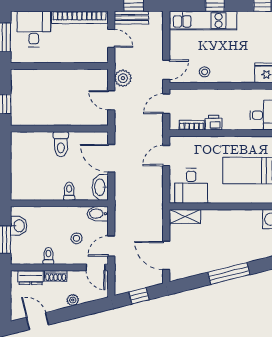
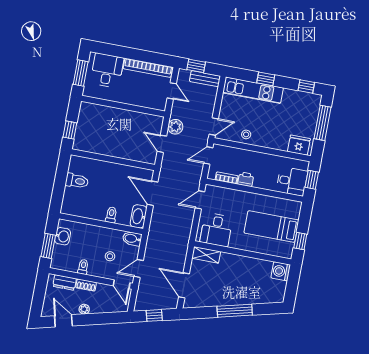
bench: (131, 18) -> (205, 79), moved
toilet: (61, 144) -> (77, 181), moved, turned -90
plant: (73, 300) -> (84, 309), moved

